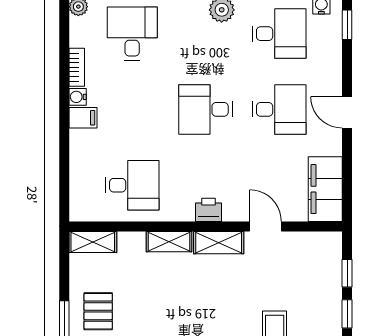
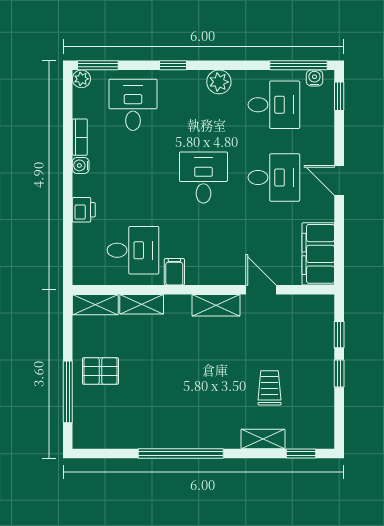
desk: (206, 109) -> (203, 177), turned 90
filing cabinet: (83, 118) -> (174, 272), moved, turned -90
printer: (208, 210) -> (84, 210), moved, turned 90
shelving: (169, 242) -> (142, 304), moved
pallet: (98, 311) -> (100, 371), turned 90

